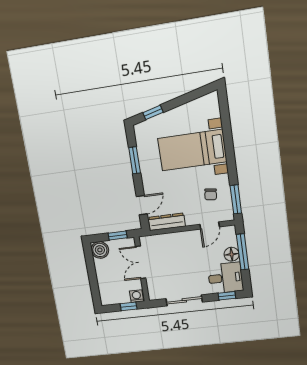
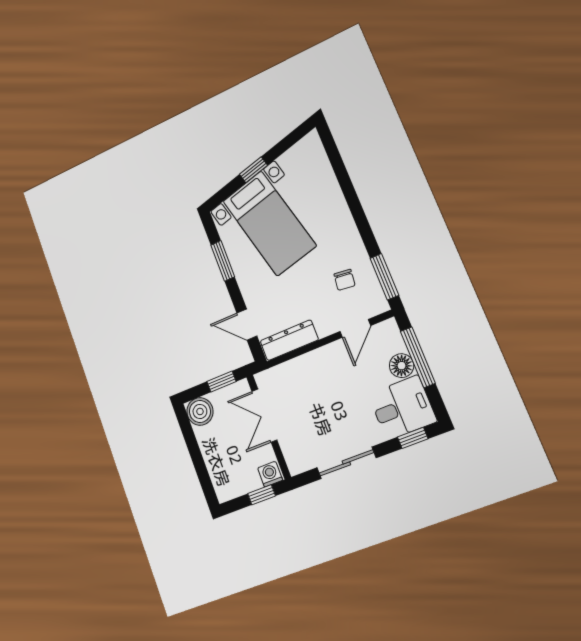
window: (153, 112) -> (253, 170), moved
bed with nightstands: (192, 150) -> (269, 223), moved, turned -104
door: (142, 205) -> (247, 325), swing flipped

